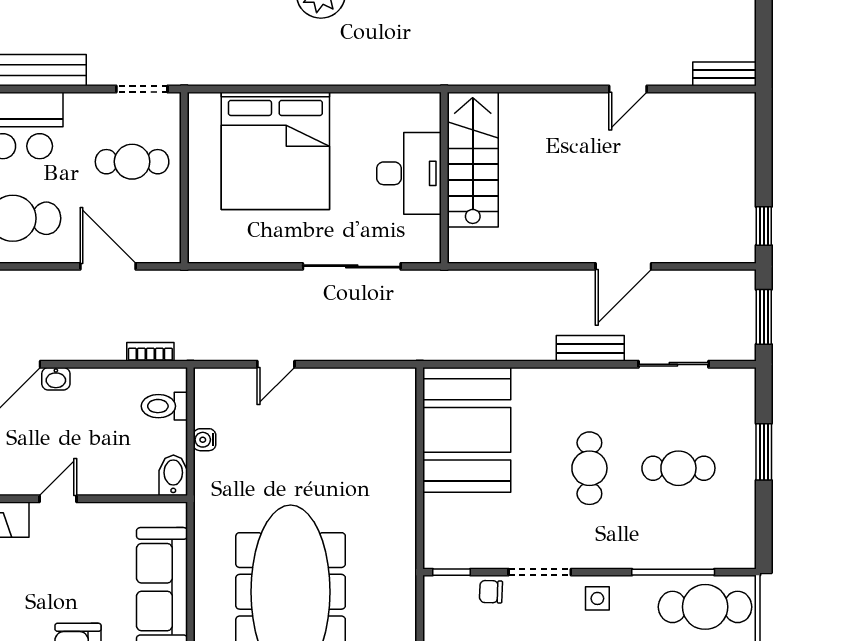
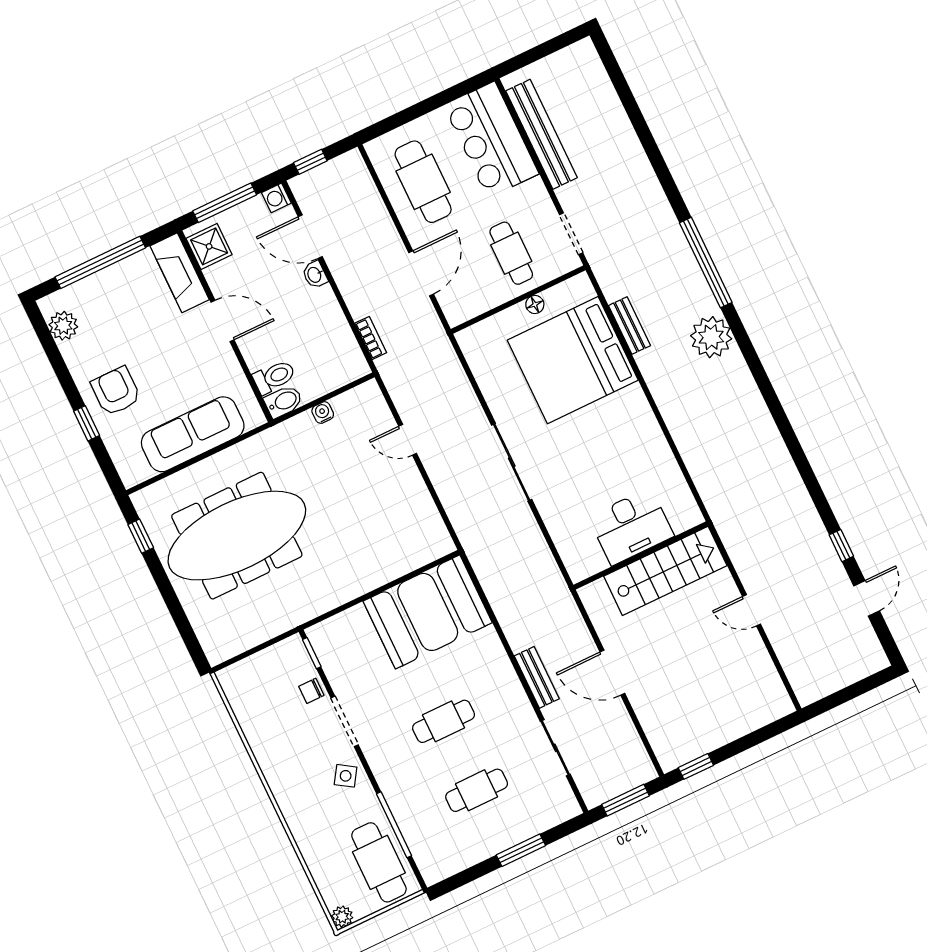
bench: (725, 74) -> (629, 326), moved
stairs: (473, 160) -> (665, 571), moved
floor lamp: (198, 163) -> (535, 304), added
desk: (409, 173) -> (631, 526), moved
wall: (444, 178) -> (641, 555), moved
toilet: (164, 406) -> (274, 377), moved, turned 90
cafe table: (678, 468) -> (477, 790), turned 90
door: (58, 499) -> (223, 321), width x1.38
chair: (491, 592) -> (311, 691), turned -92
side table: (597, 598) -> (346, 776), turned 33

